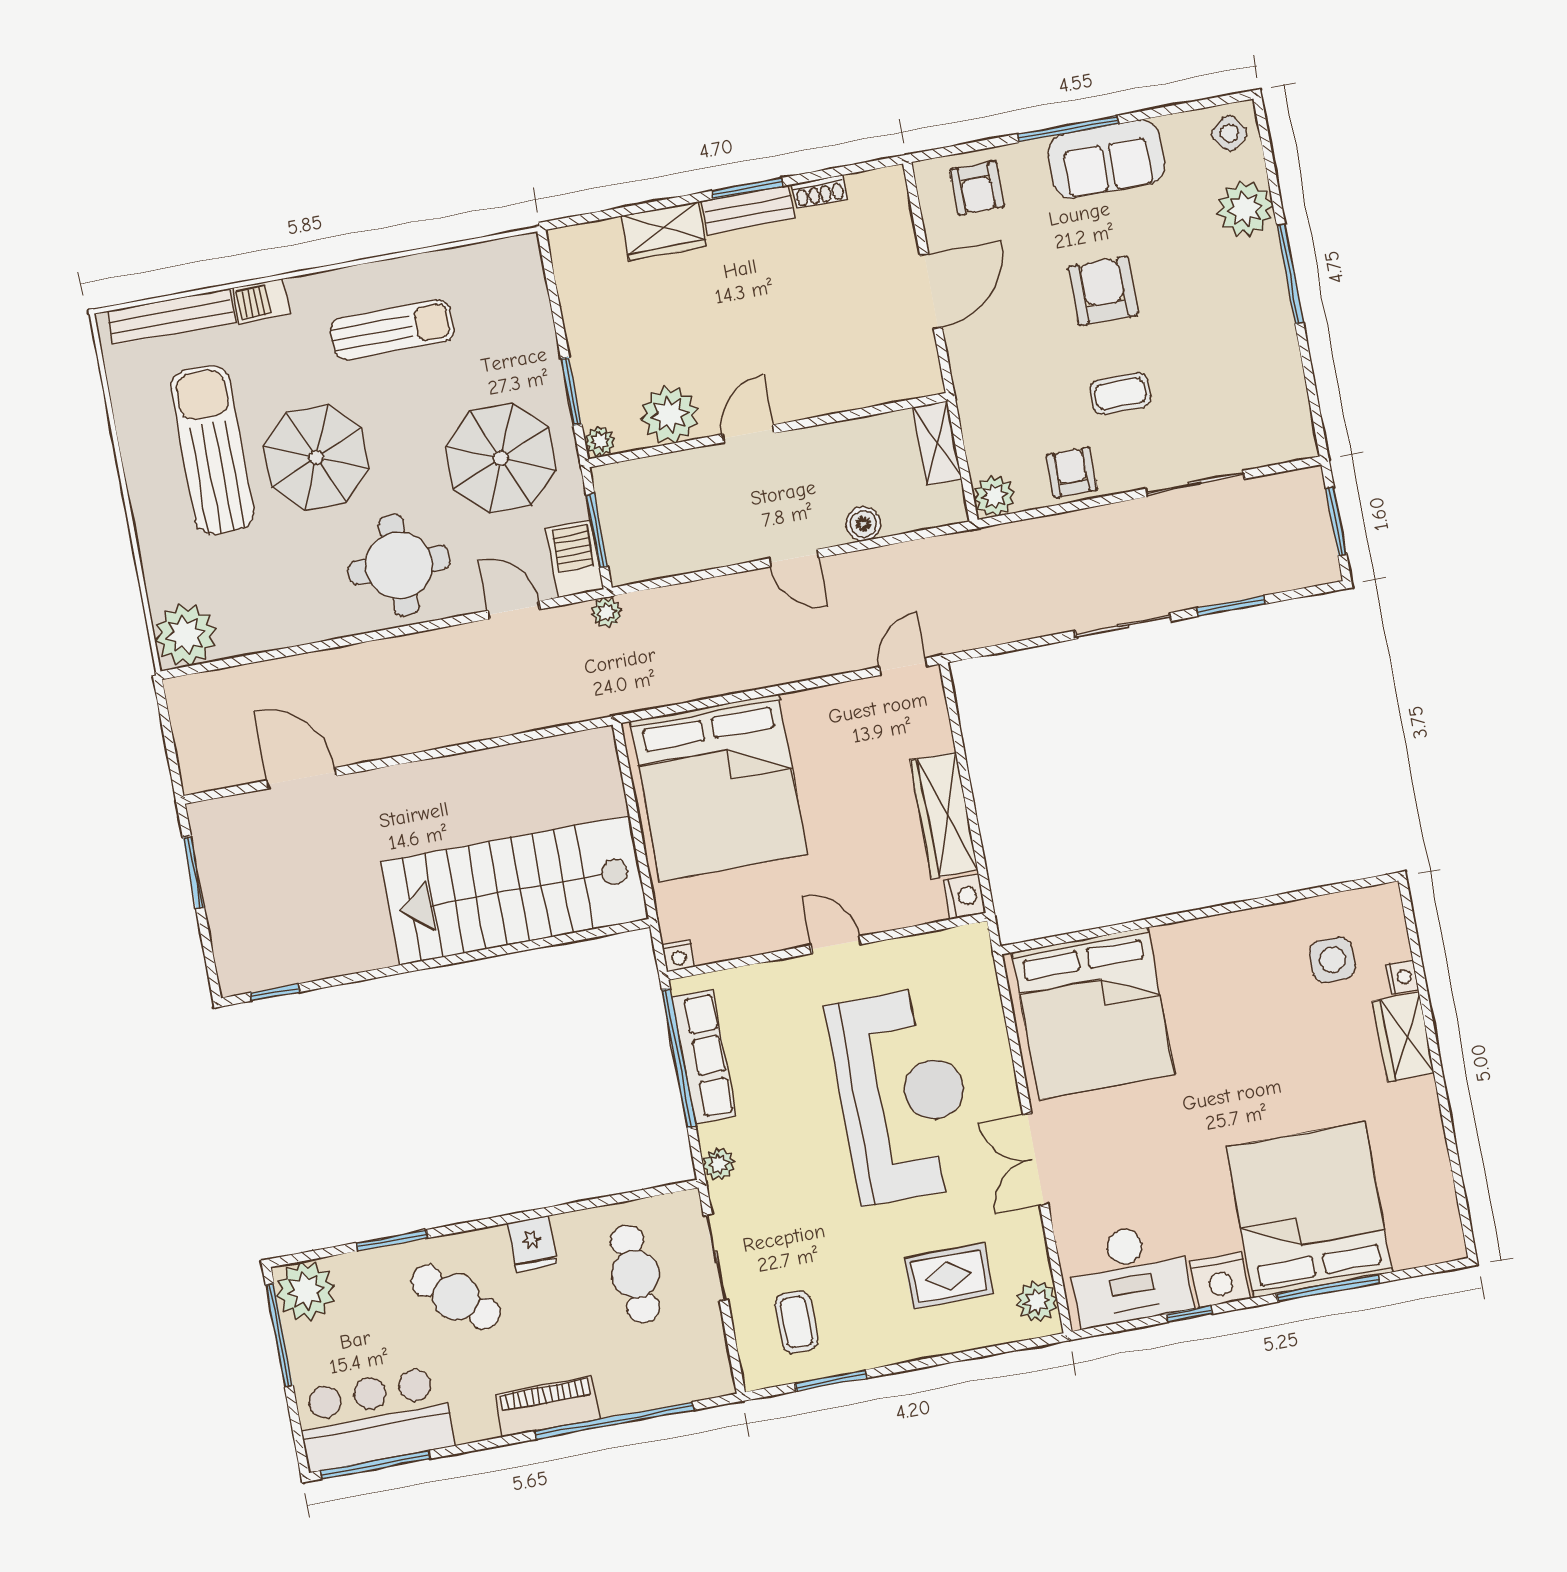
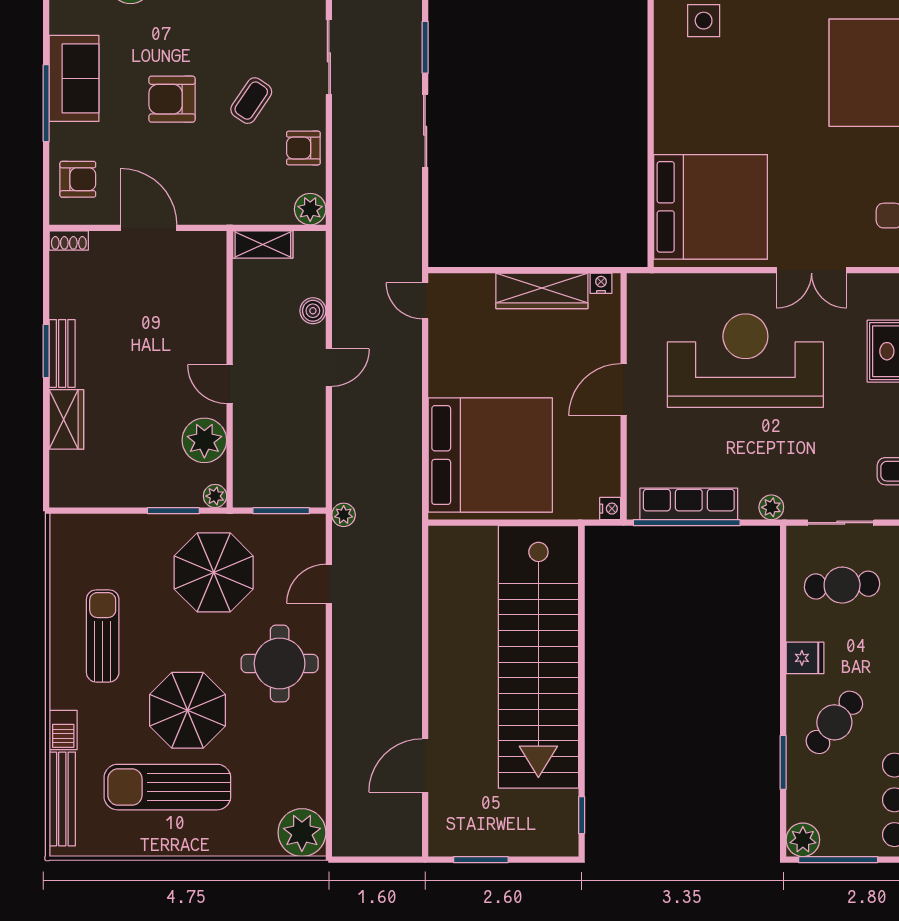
shoe rack: (819, 192) -> (69, 240), moved, turned 90
coffee table: (1120, 394) -> (251, 101), turned 34
barbecue: (575, 559) -> (299, 531), removed
stairs: (515, 890) -> (538, 657), width x1.36
nightstand: (964, 896) -> (601, 283), width x0.72, depth x0.74
door: (836, 945) -> (624, 390), width x1.38
plant: (306, 1291) -> (803, 840), width x0.73, depth x0.73

